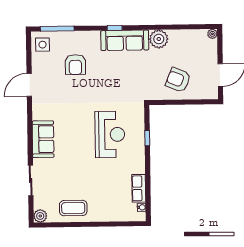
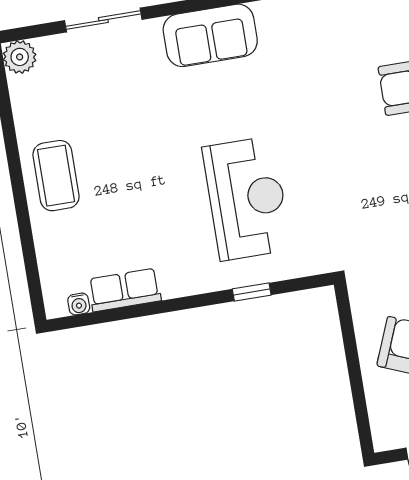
reception desk: (110, 134) -> (247, 198), turned -90
coffee table: (73, 208) -> (56, 176), moved

